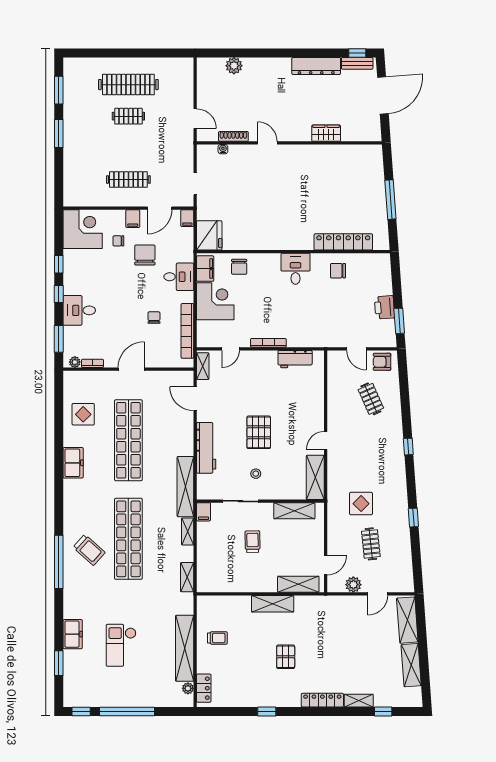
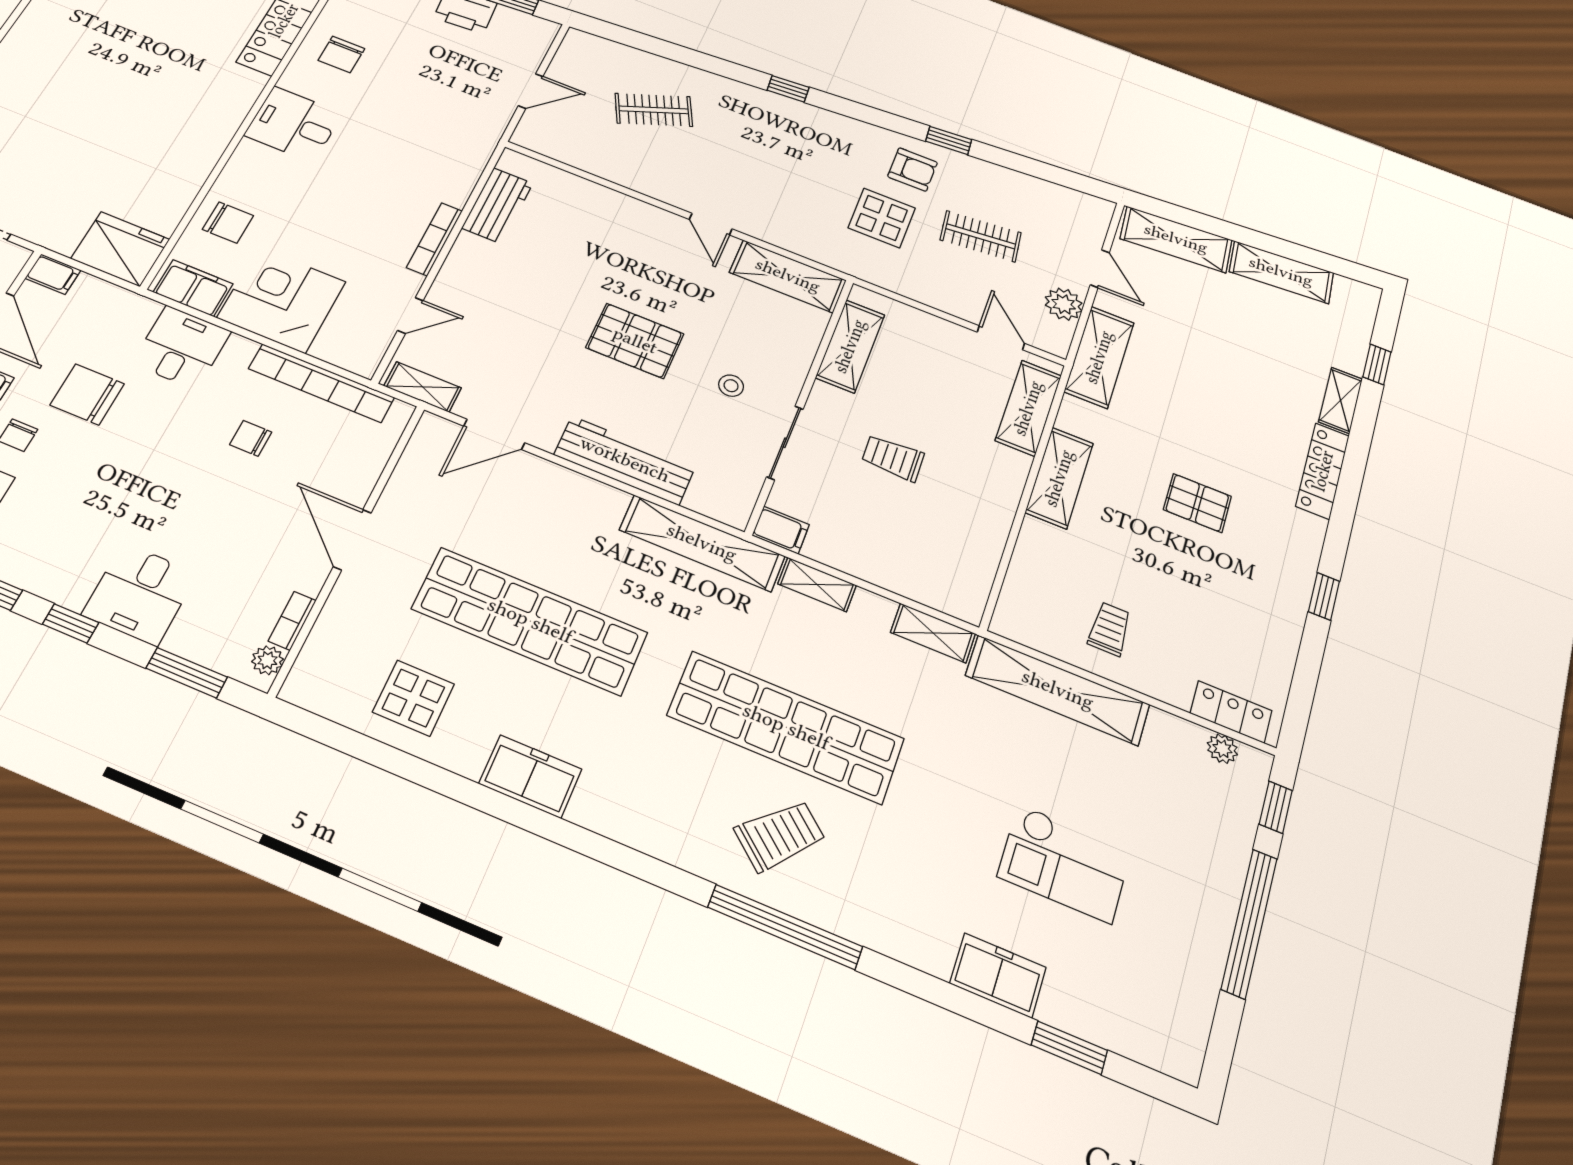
door: (231, 349) -> (410, 315), hinge flipped
armchair: (382, 362) -> (913, 169), moved, turned -90
shelving: (335, 604) -> (1099, 357), added
shelving: (185, 648) -> (1058, 690), moved
window: (81, 711) -> (1276, 807), moved

